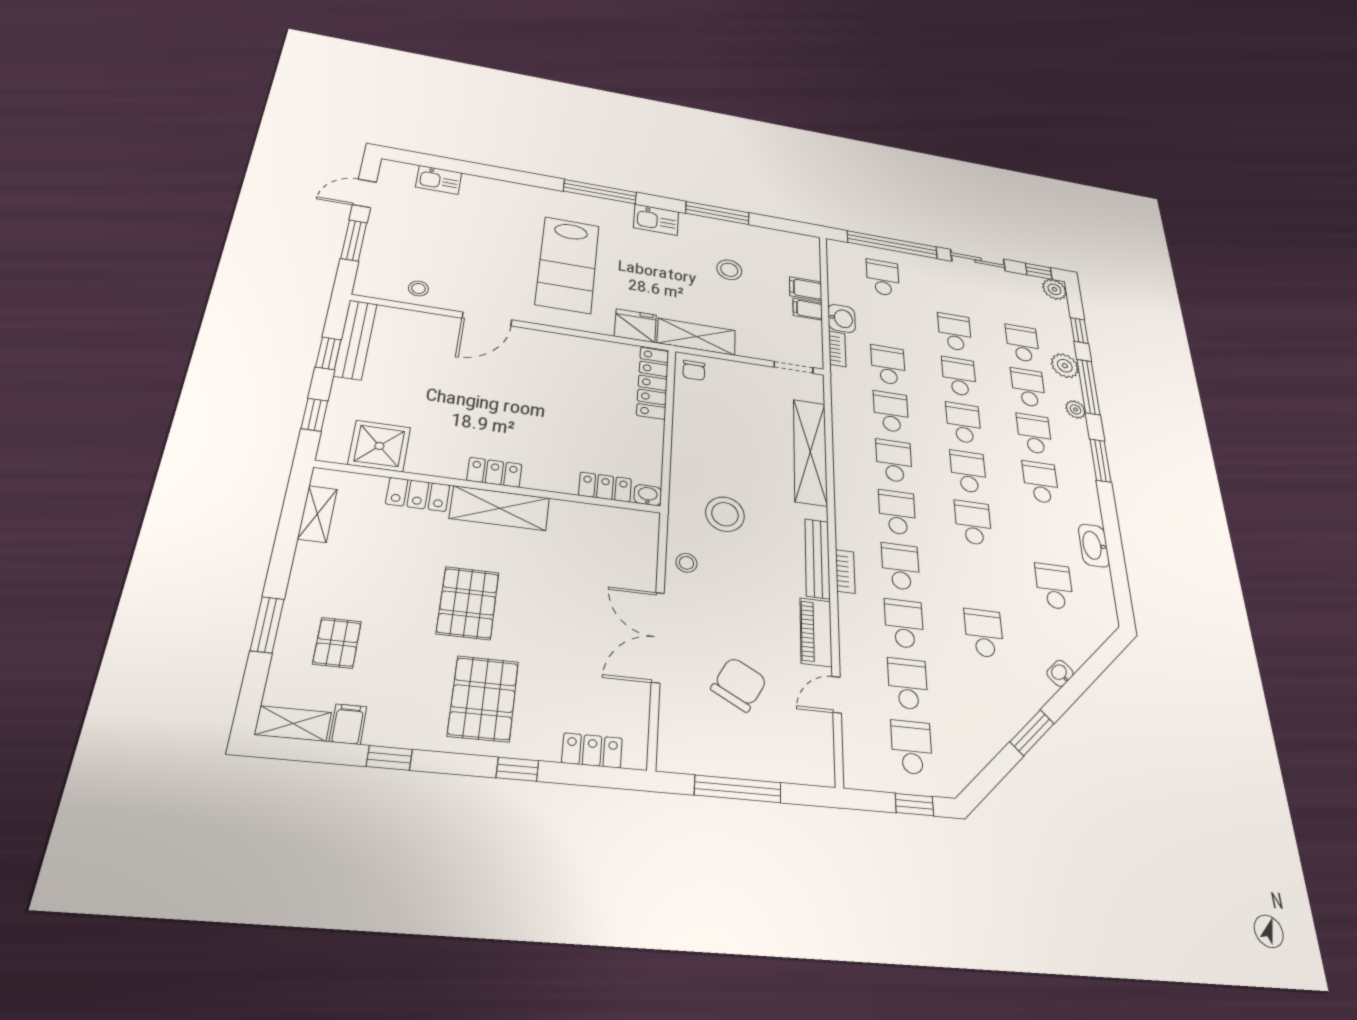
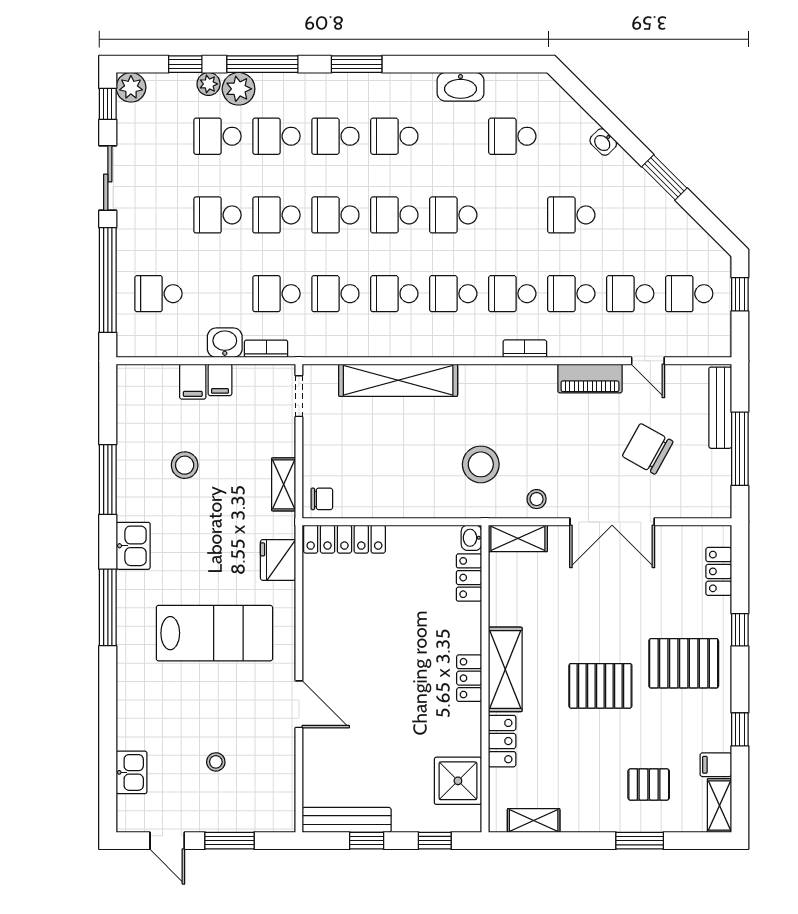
stool: (418, 288) -> (216, 762), moved
shelving: (696, 337) -> (284, 484), width x0.67, depth x0.75
plant: (1076, 409) -> (209, 84), moved
shelving: (644, 539) -> (518, 538), added
bench: (817, 558) -> (720, 408), moved, turned 90

